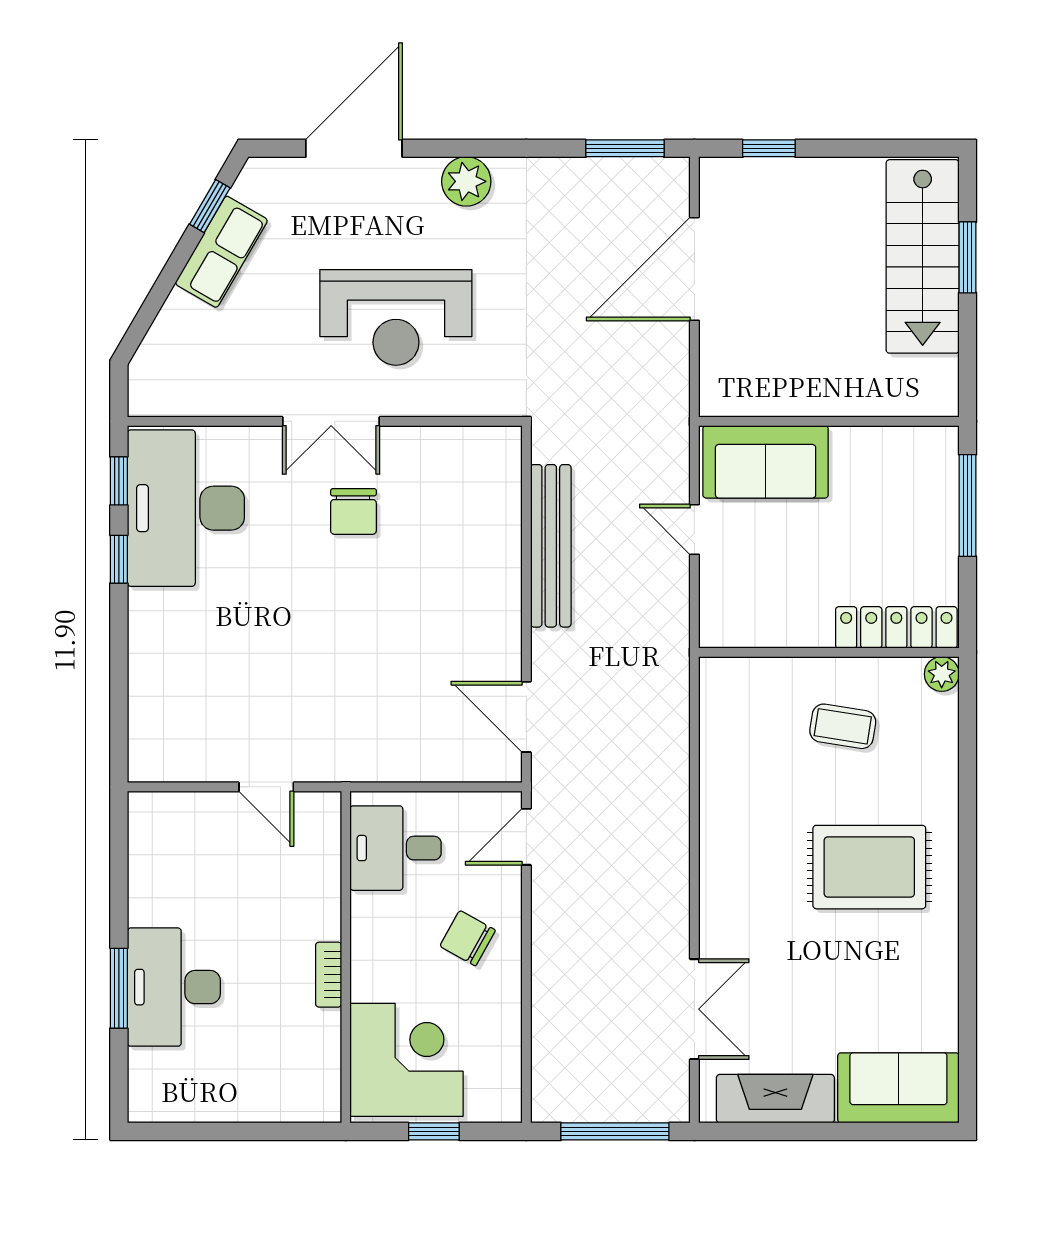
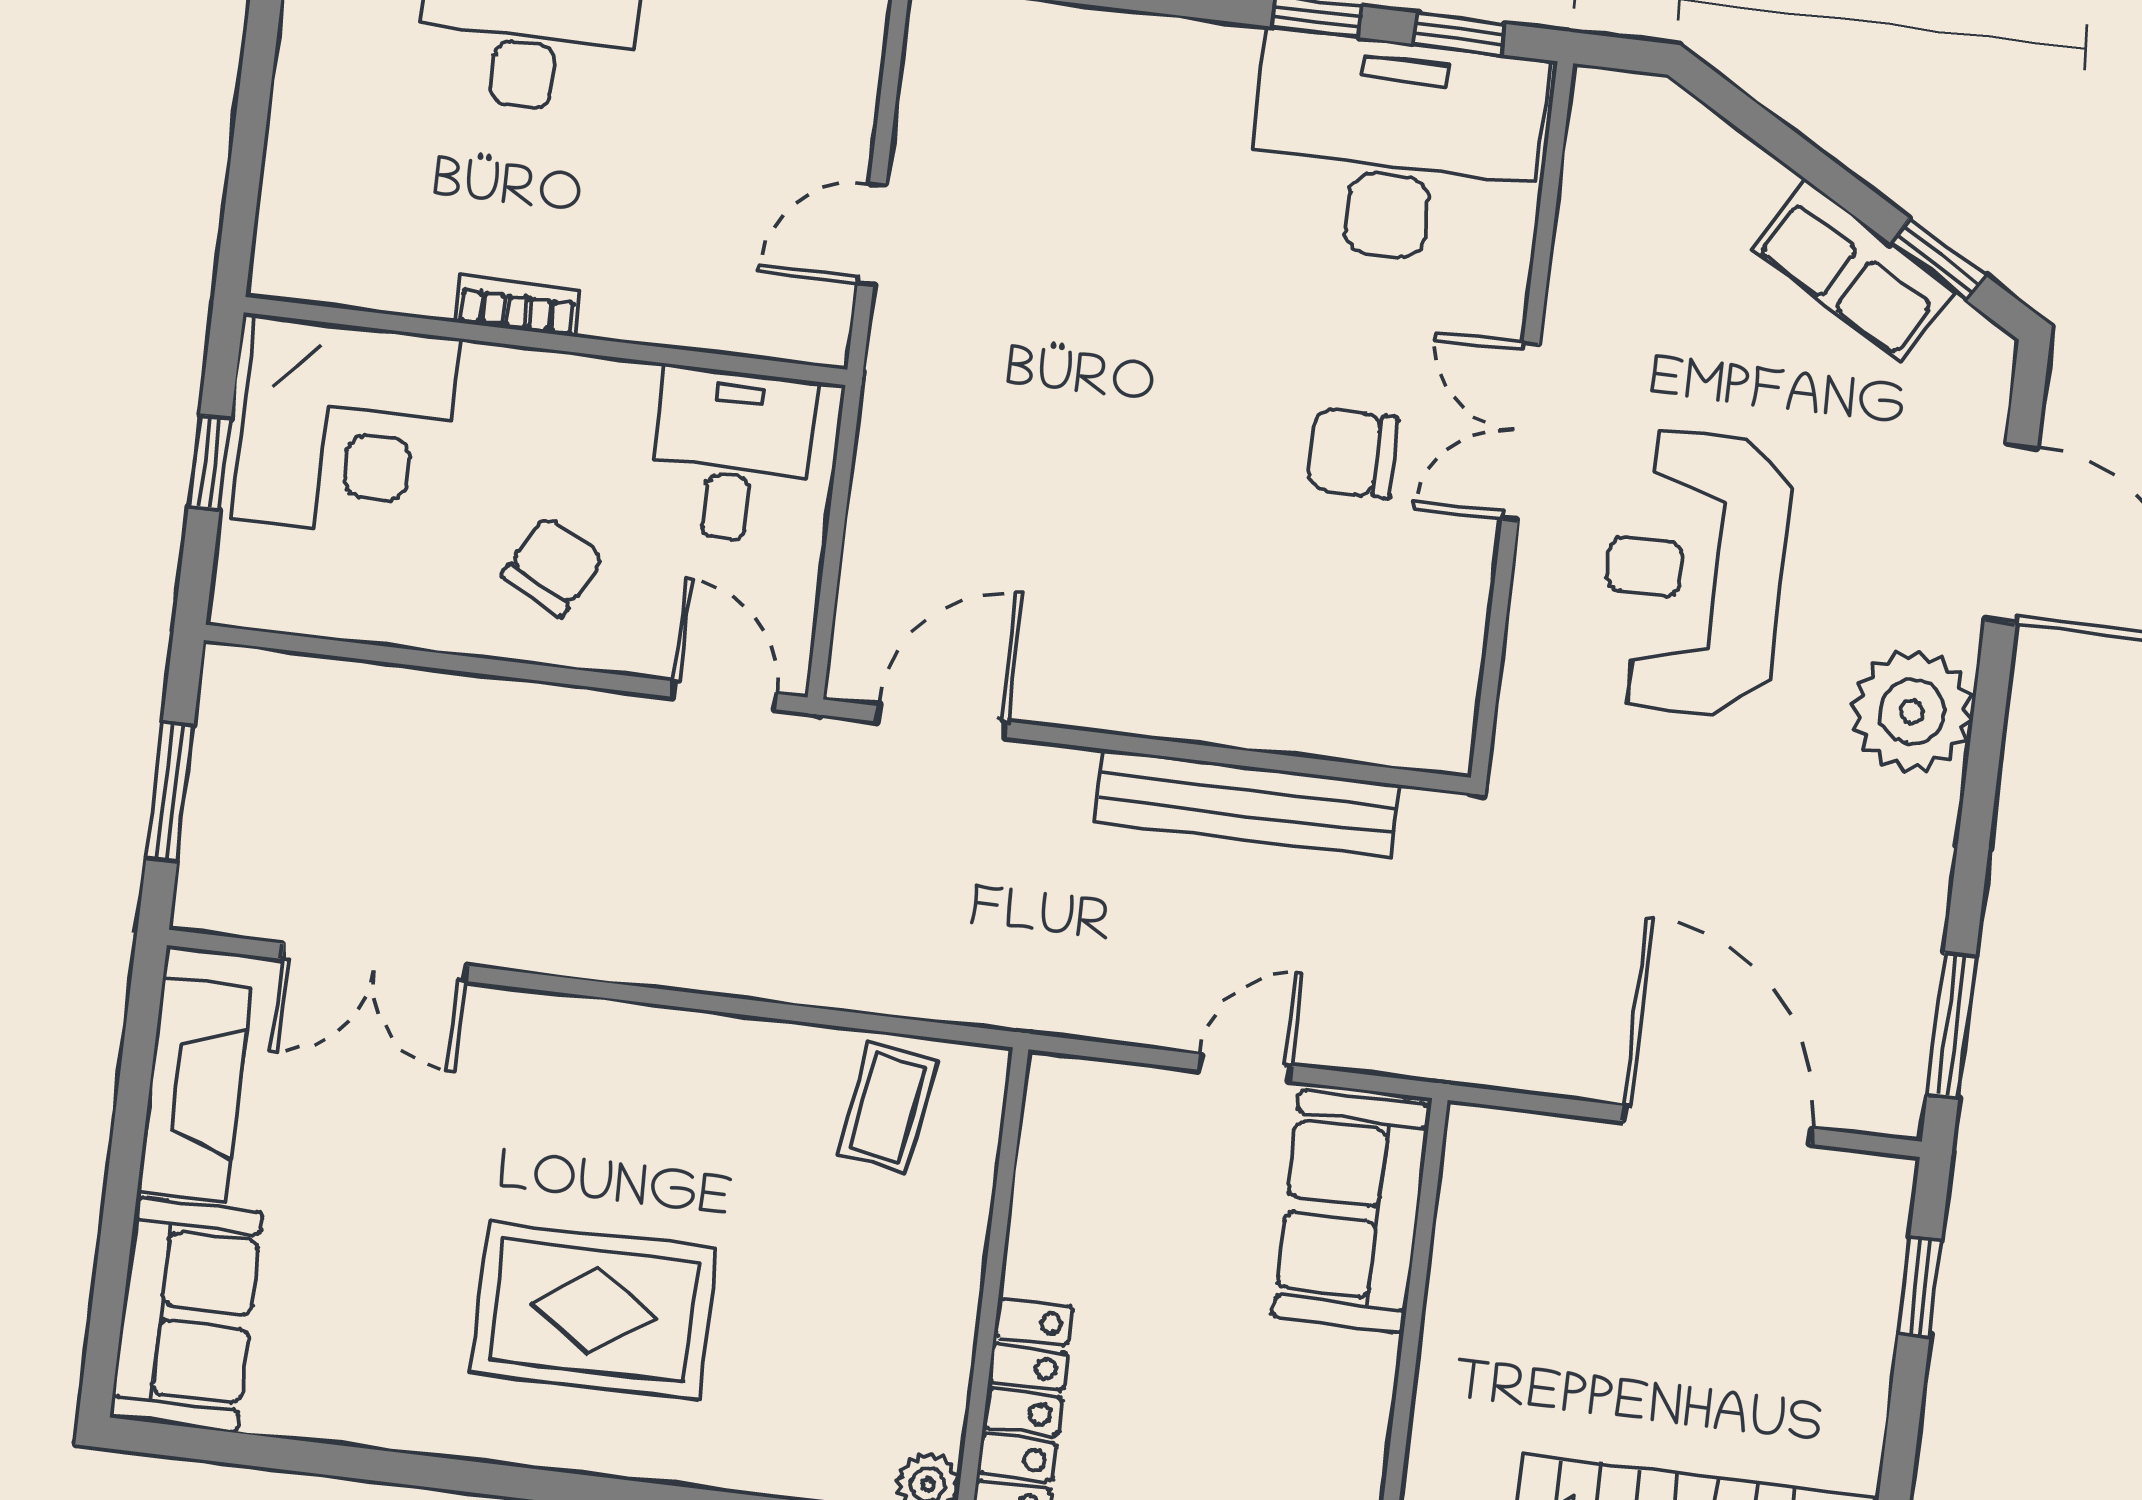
plant: (466, 181) -> (1912, 712), width x1.36, depth x1.36
coffee table: (843, 726) -> (887, 1107), moved
rug: (869, 867) -> (594, 1311), turned 90
window: (615, 1131) -> (170, 791), width x0.69

